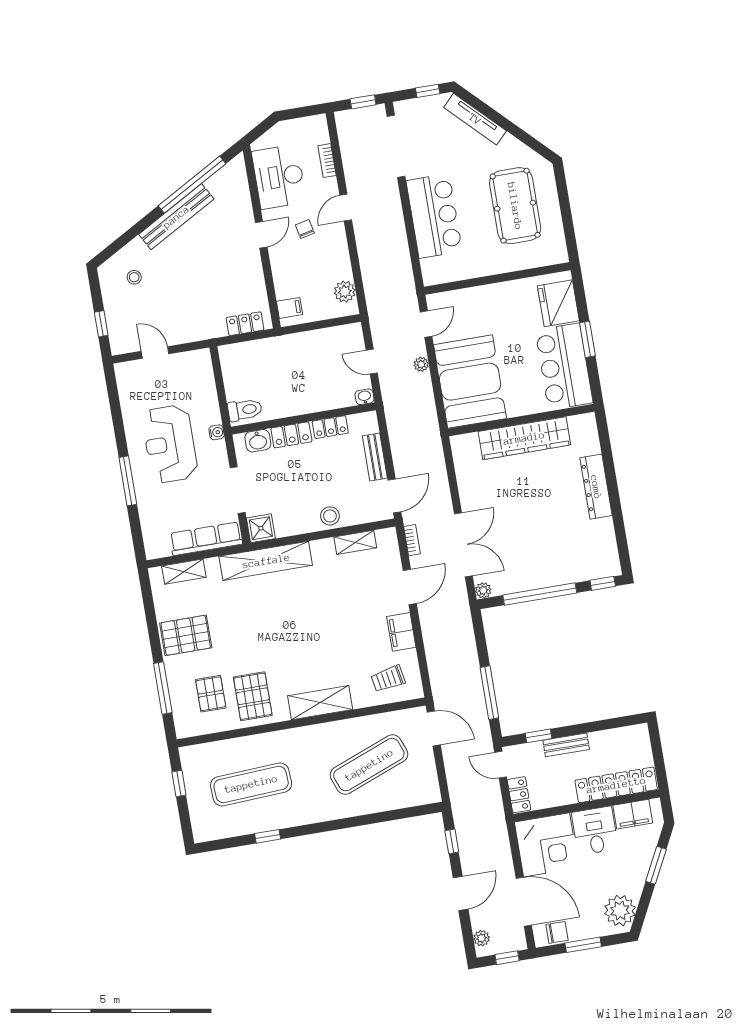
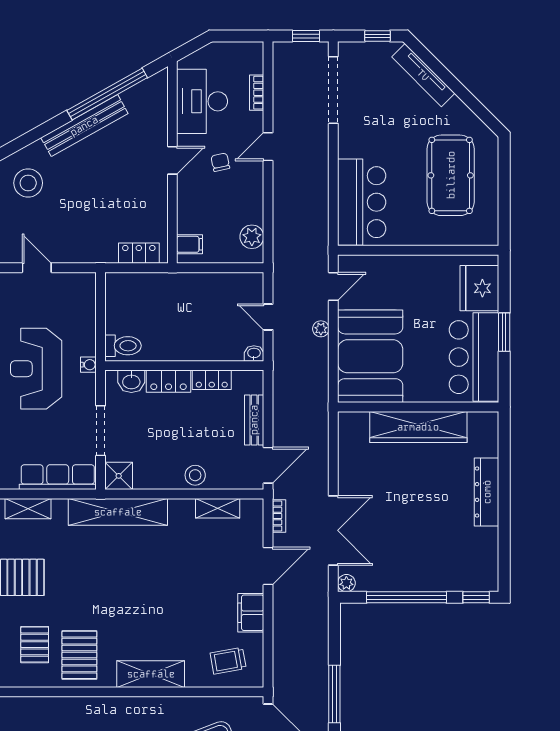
bar counter: (434, 216) -> (362, 202), moved
stool: (134, 277) -> (28, 183), width x1.89, depth x1.89

